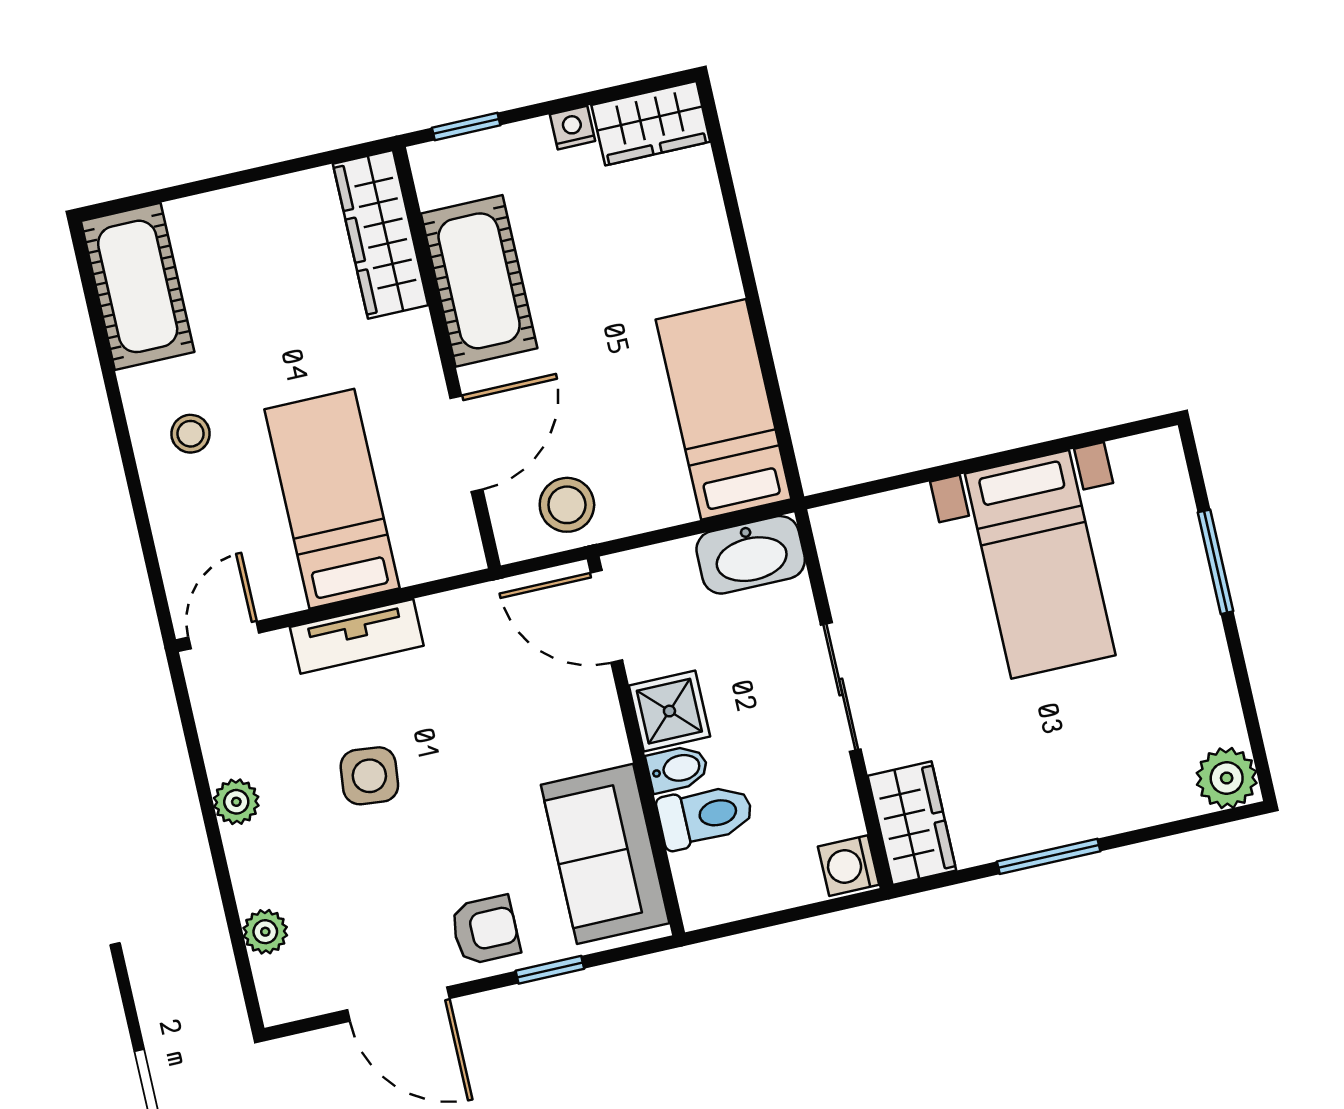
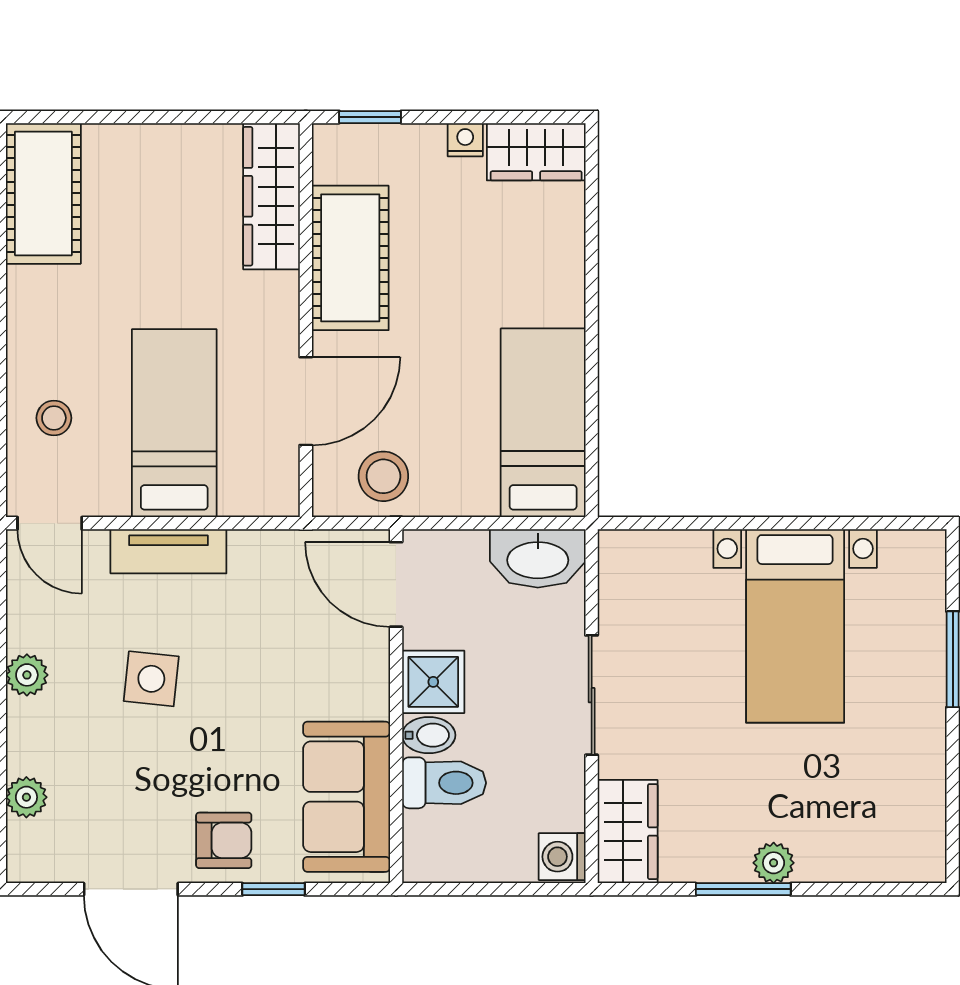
stool: (191, 434) -> (54, 418), moved
door: (224, 635) -> (50, 523), swing flipped
plant: (1227, 778) -> (774, 863), moved, width x0.73, depth x0.73

